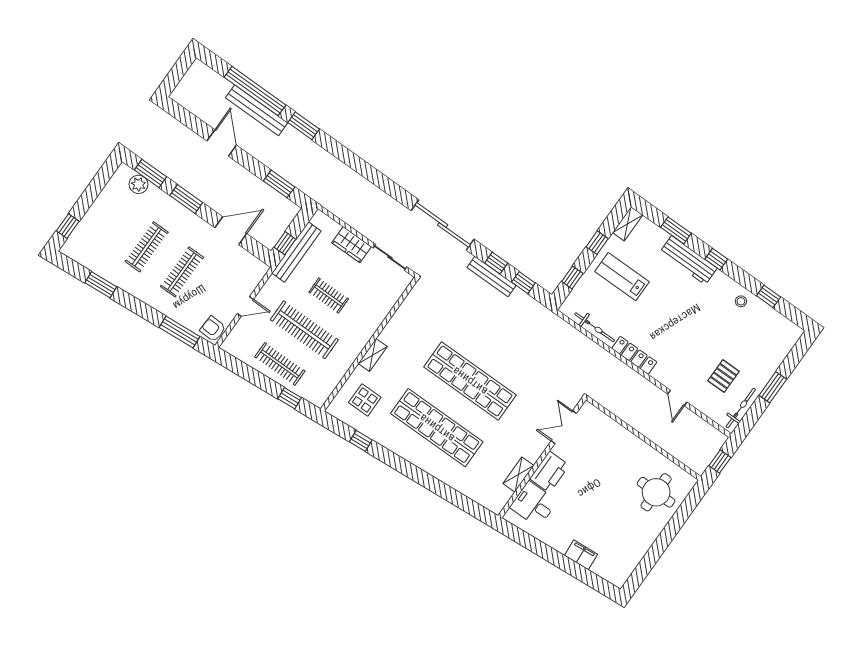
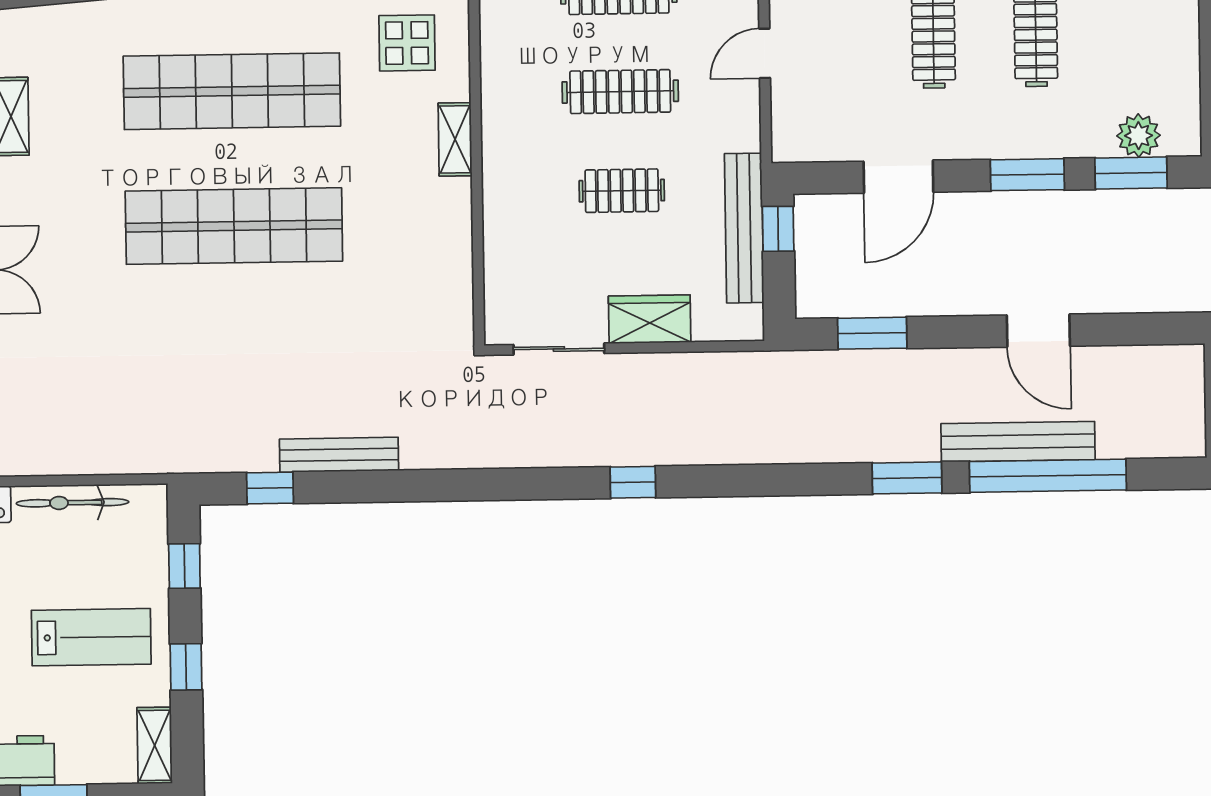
sliding door: (443, 225) -> (504, 484), removed
window: (496, 263) -> (633, 482), moved
clothes rail: (304, 330) -> (620, 92), width x0.73, depth x0.76

